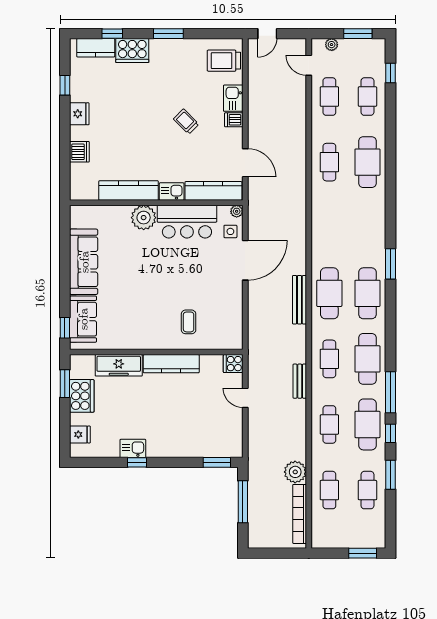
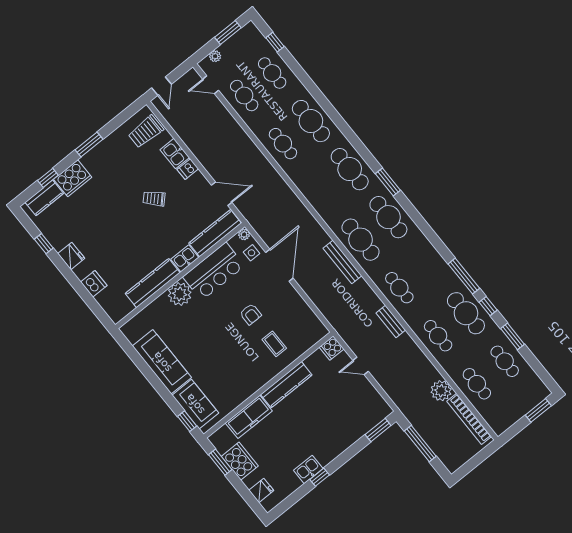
armchair: (189, 282) -> (251, 314), added
cafe table: (367, 359) -> (350, 169), moved

